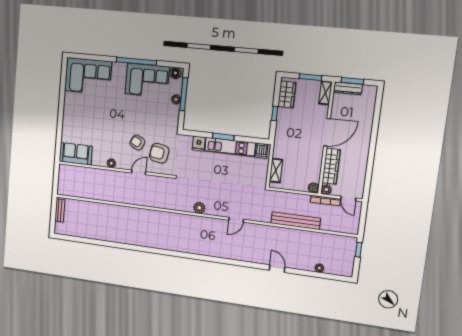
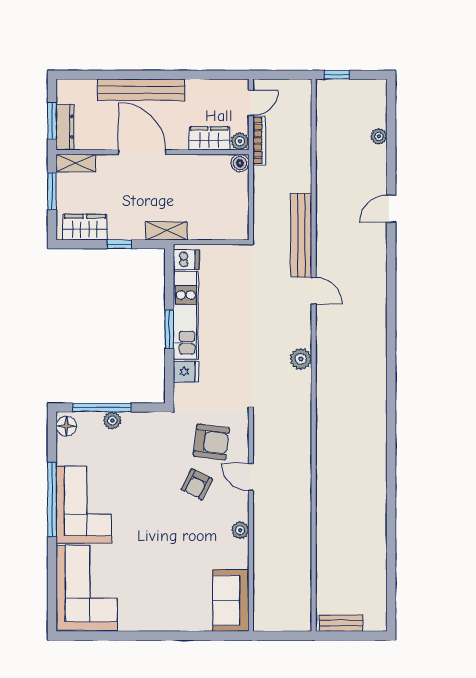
corner sofa: (147, 80) -> (84, 505), moved
bench: (365, 136) -> (141, 90), added
armchair: (159, 153) -> (211, 442), turned -93
wardrobe: (331, 166) -> (209, 138), width x0.67
shelving: (276, 171) -> (166, 231), moved
bench: (296, 221) -> (301, 235), moved

